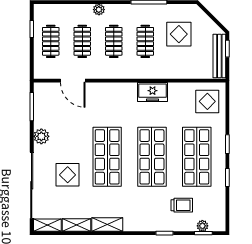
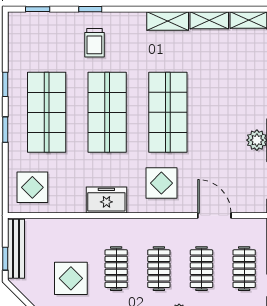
display table: (68, 175) -> (161, 183), moved
trolley: (182, 205) -> (94, 43), moved, turned -90
plant: (202, 226) -> (39, 19), removed

